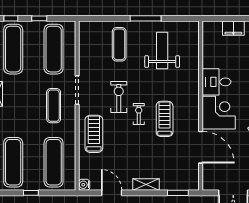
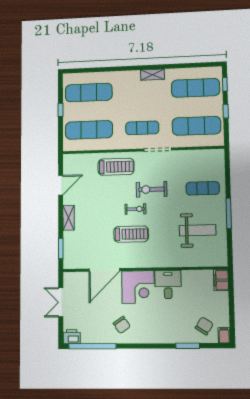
filing cabinet: (233, 28) -> (221, 280), moved
exercise bike: (119, 97) -> (152, 189), turned 180
water cooler: (84, 185) -> (68, 159), removed

